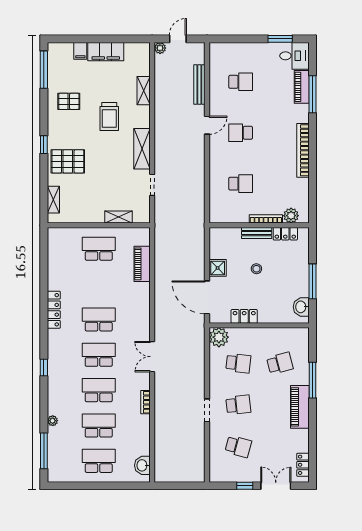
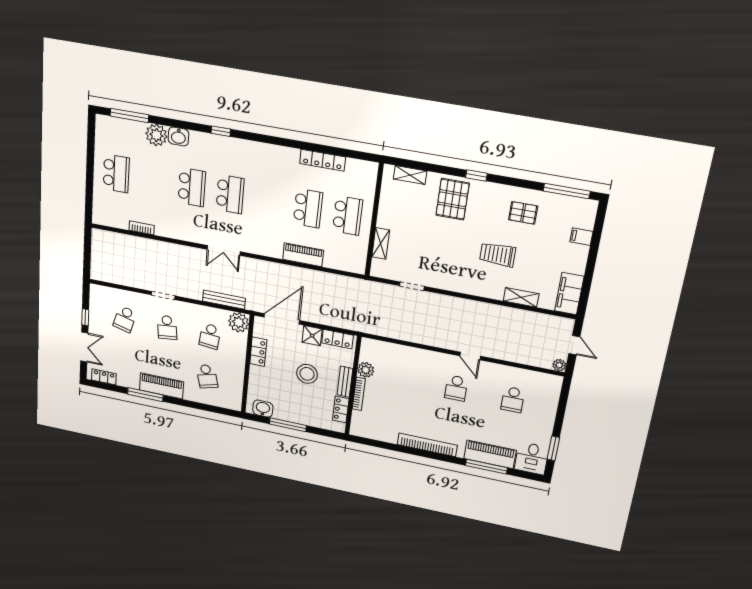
plant: (160, 48) -> (559, 365), moved
filing cabinet: (106, 52) -> (569, 294), moved
bench: (199, 84) -> (224, 300), moved
piano: (302, 87) -> (490, 454), width x1.37, depth x1.33
pallet: (69, 101) -> (523, 213), turned 90
school desk: (241, 133) -> (456, 388), turned 180
shelving: (142, 149) -> (454, 283), removed
school desk: (241, 184) -> (400, 377), removed
plant: (291, 216) -> (366, 370), moved
locker: (216, 245) -> (337, 339), added
piano: (142, 264) -> (303, 255), moved
stool: (256, 269) -> (307, 374), width x1.89, depth x1.89
locker: (54, 310) -> (323, 160), moved
school desk: (99, 319) -> (308, 208), moved
double door: (152, 357) -> (224, 250), swing flipped
window: (313, 380) -> (145, 395), moved
bookcase: (145, 402) -> (142, 228), moved
plant: (53, 421) -> (156, 135), width x1.88, depth x1.88
school desk: (99, 426) -> (154, 180), removed
washbasin: (142, 465) -> (178, 137), moved, turned 180

